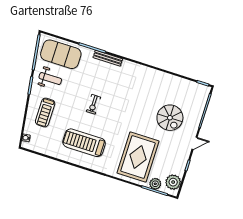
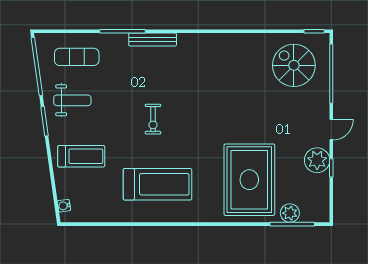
exercise mat: (61, 54) -> (77, 57), width x0.50, depth x0.69
treadmill: (45, 112) -> (81, 156), turned -90
spiral stairs: (170, 118) -> (294, 65), moved, turned 180
treadmill: (84, 143) -> (157, 184), turned 180
plant: (173, 182) -> (317, 160), moved

